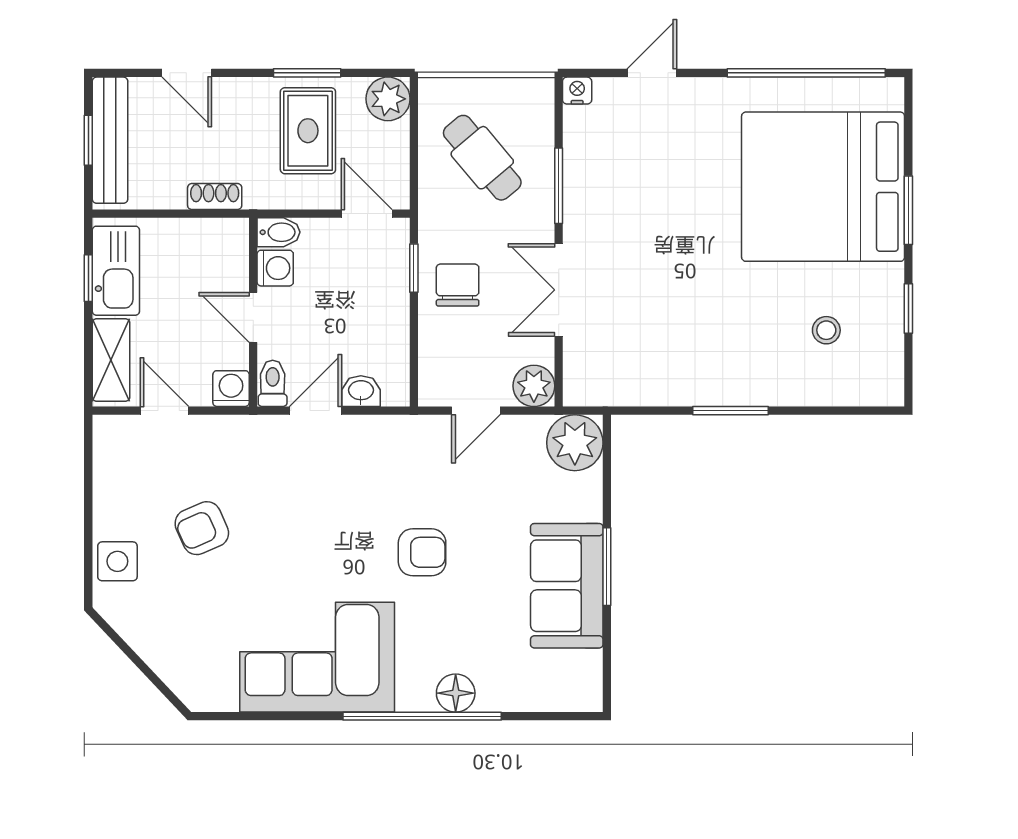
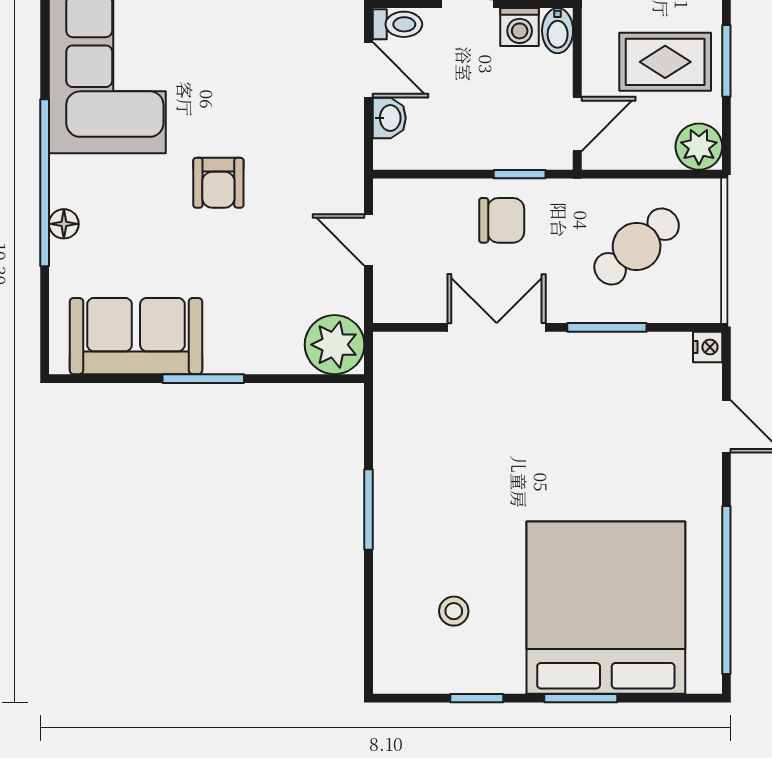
plant: (534, 386) -> (395, 301), removed
sofa: (567, 586) -> (136, 336), moved
floor lamp: (456, 693) -> (64, 224), width x0.73, depth x0.73

